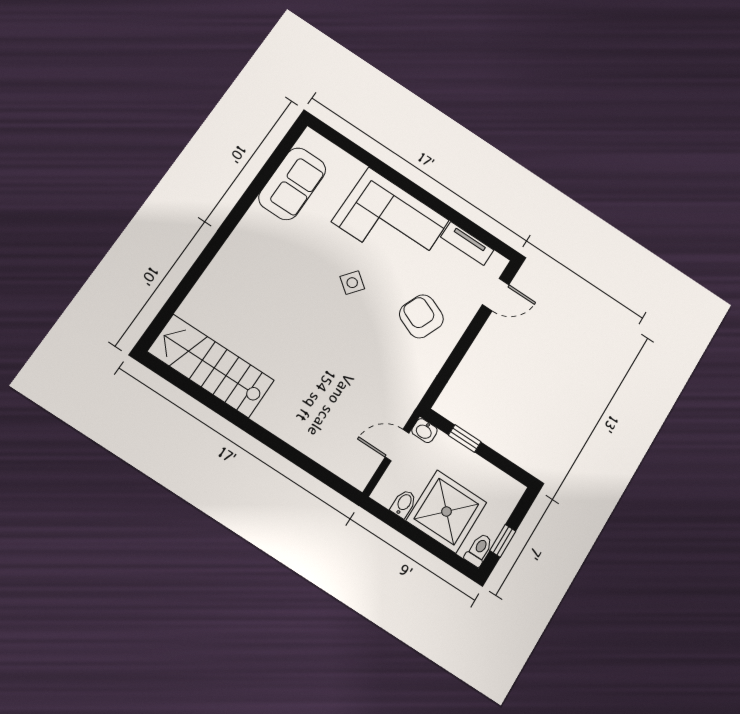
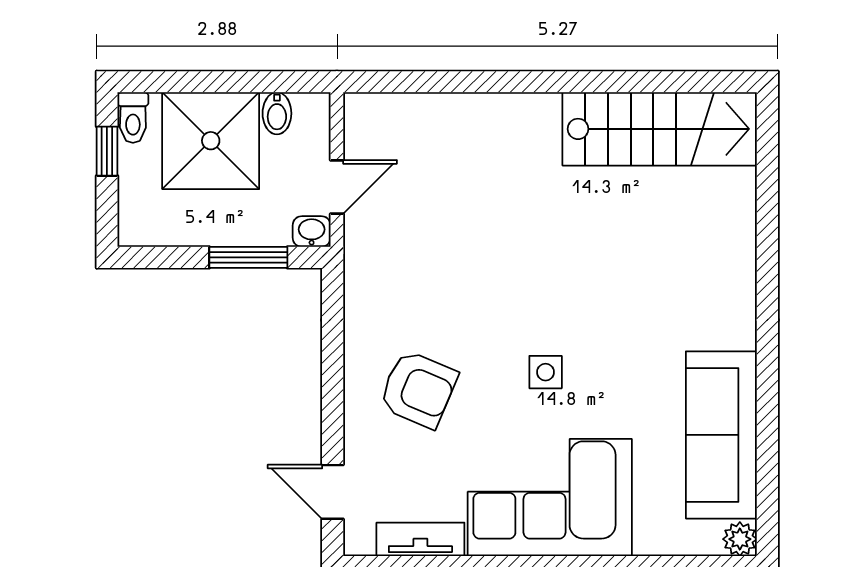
plant: (310, 139) -> (740, 539), added
sofa: (292, 184) -> (721, 435), width x1.36
side table: (352, 283) -> (546, 372), turned -38
door: (496, 295) -> (333, 492), hinge flipped
window: (465, 438) -> (248, 257), width x1.50

